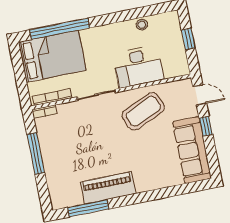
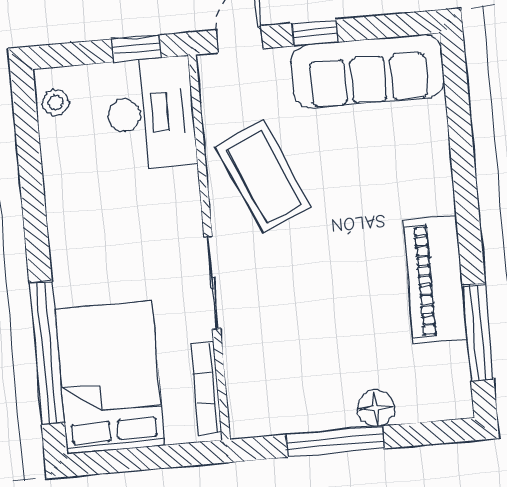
stool: (142, 25) -> (56, 102), moved
window: (188, 39) -> (137, 48), moved
desk: (138, 66) -> (150, 113), moved
bookcase: (44, 112) -> (239, 410), removed
floor lamp: (52, 169) -> (376, 408), added

